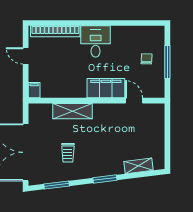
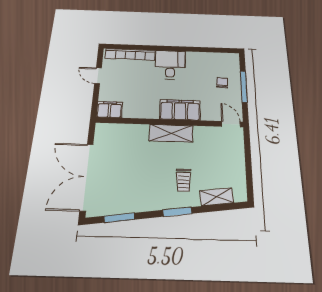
filing cabinet: (34, 90) -> (110, 110), width x2.00
door: (134, 101) -> (231, 124), moved
shelving: (73, 111) -> (171, 133), moved
trolley: (68, 153) -> (184, 180), moved

